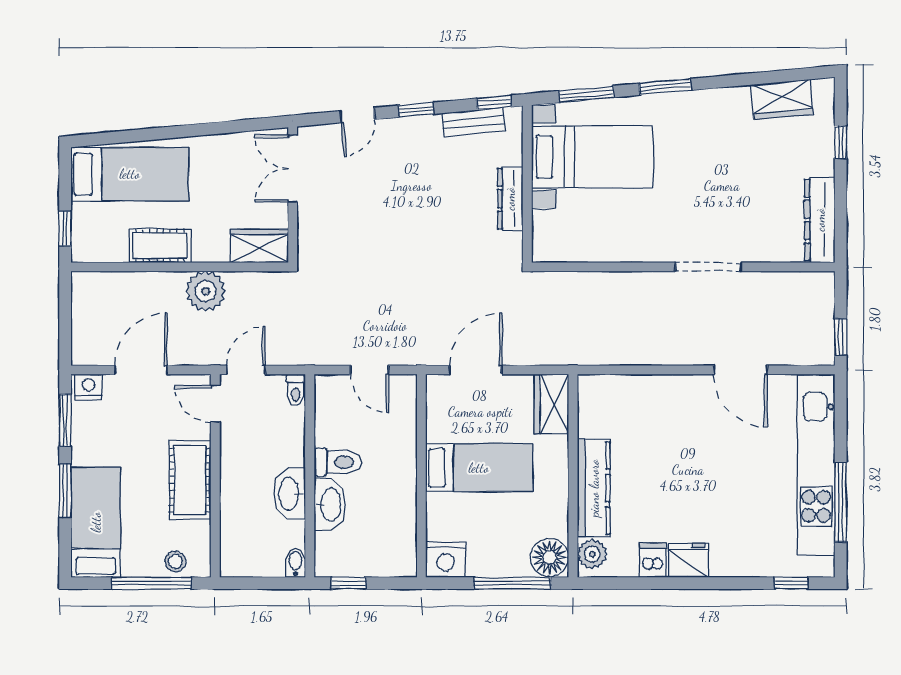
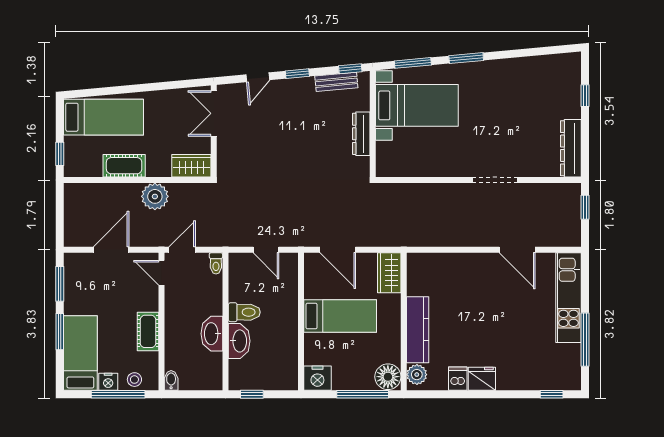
wardrobe: (782, 99) -> (545, 66), removed
window: (841, 337) -> (585, 207), moved
door: (475, 370) -> (338, 250), swing flipped
nightstand: (88, 387) -> (108, 382), moved, turned 180
kitchen unit: (816, 465) -> (568, 298), width x0.73
cot: (190, 480) -> (148, 331), width x0.73, depth x0.75
bidet: (295, 563) -> (171, 380), moved

